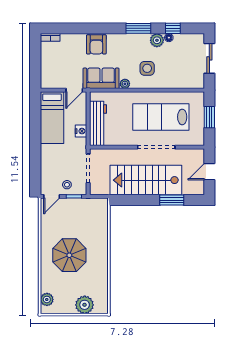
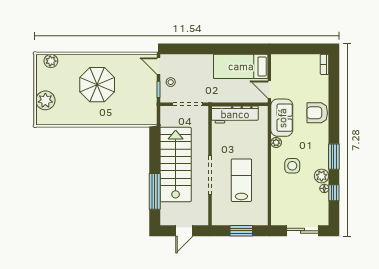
lab bench: (161, 117) -> (241, 180), width x0.73, depth x0.72
nightstand: (81, 131) -> (227, 97), removed
door: (209, 172) -> (184, 231), swing flipped
window: (172, 200) -> (155, 191), width x1.44

